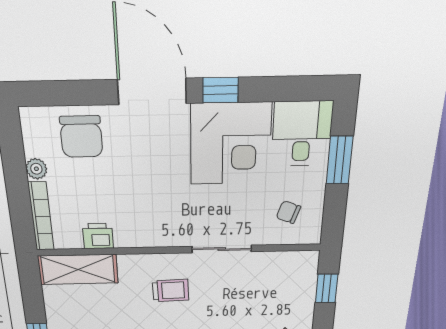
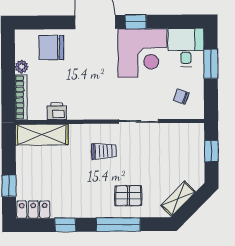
chair: (81, 137) -> (51, 48), turned 90

